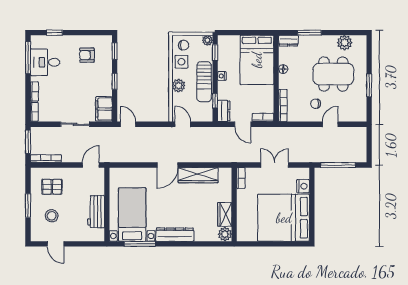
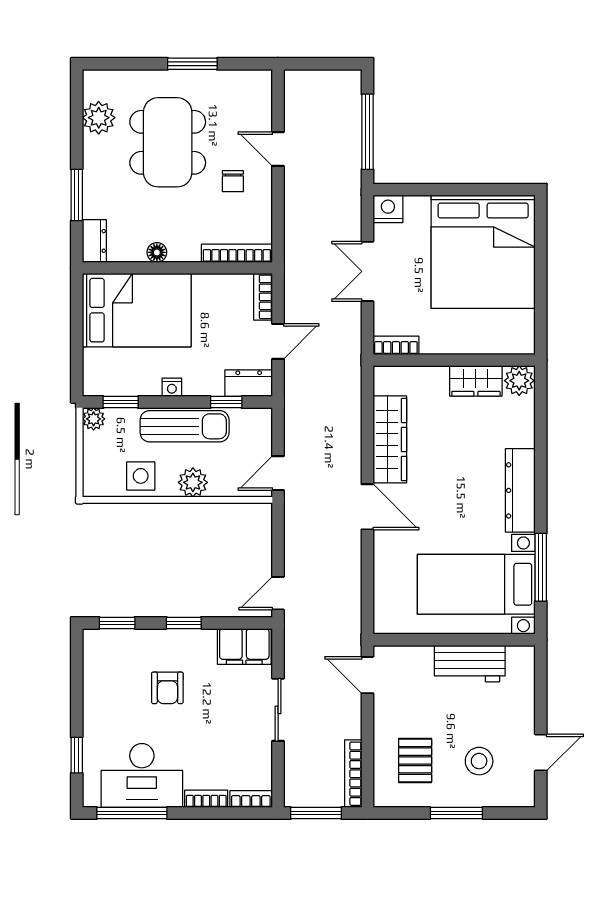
chair: (184, 45) -> (104, 471), removed
armchair: (87, 55) -> (167, 688), moved
desk: (45, 62) -> (142, 775), width x1.37
nightstand: (303, 186) -> (388, 209), moved

